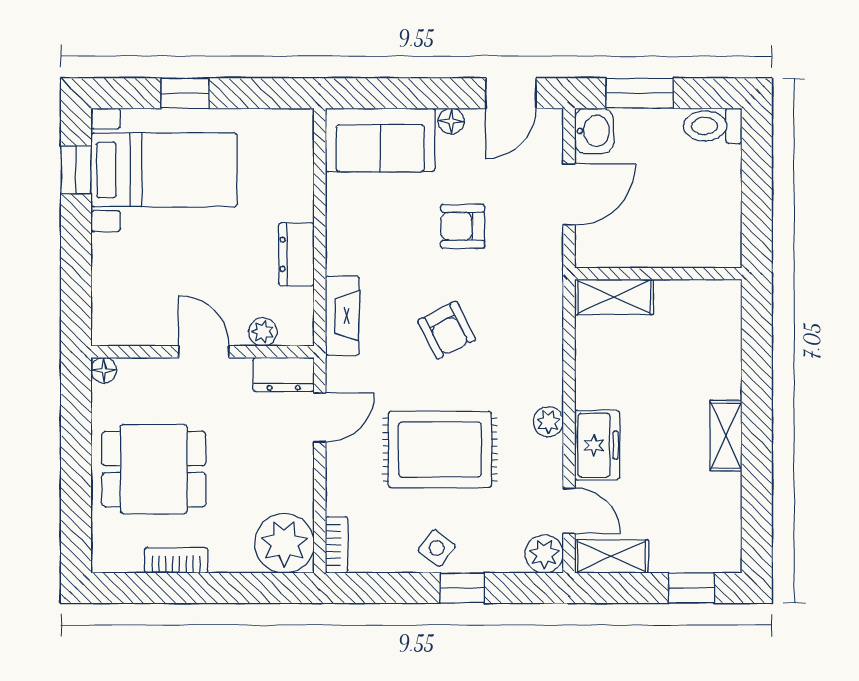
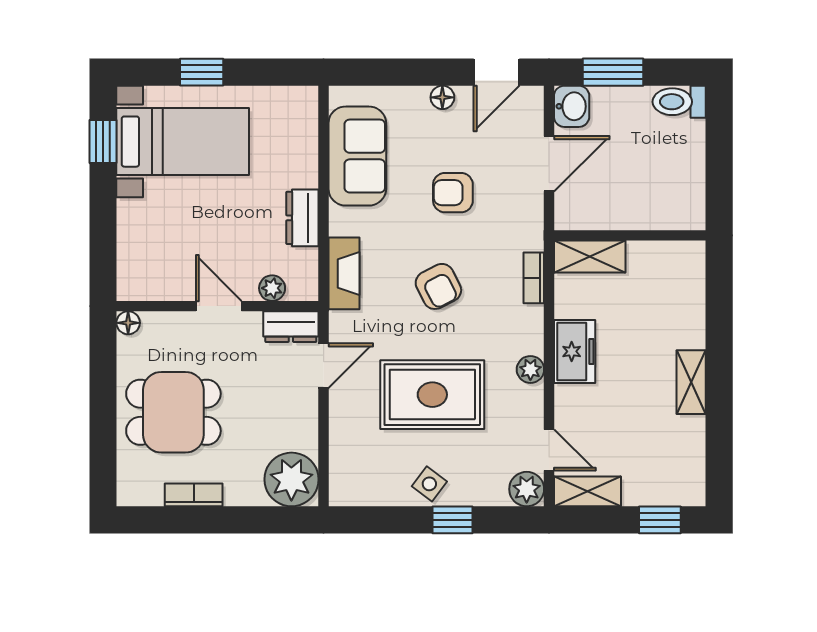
sofa: (380, 140) -> (357, 156), moved, turned -90
freezer: (597, 445) -> (575, 351), moved
bookcase: (337, 545) -> (534, 278), moved, turned 180

